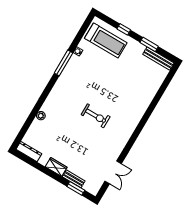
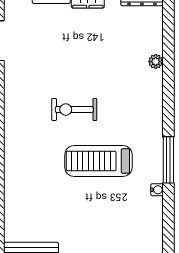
treadmill: (106, 40) -> (99, 161), moved

